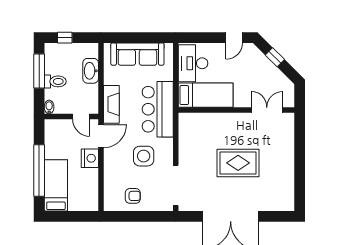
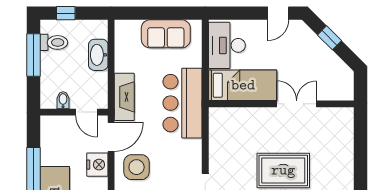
sofa: (137, 54) -> (166, 34), width x0.73
toilet: (55, 81) -> (54, 42), moved
bidet: (49, 107) -> (63, 100), moved
double door: (267, 110) -> (297, 104), moved
side table: (144, 156) -> (137, 167), moved

